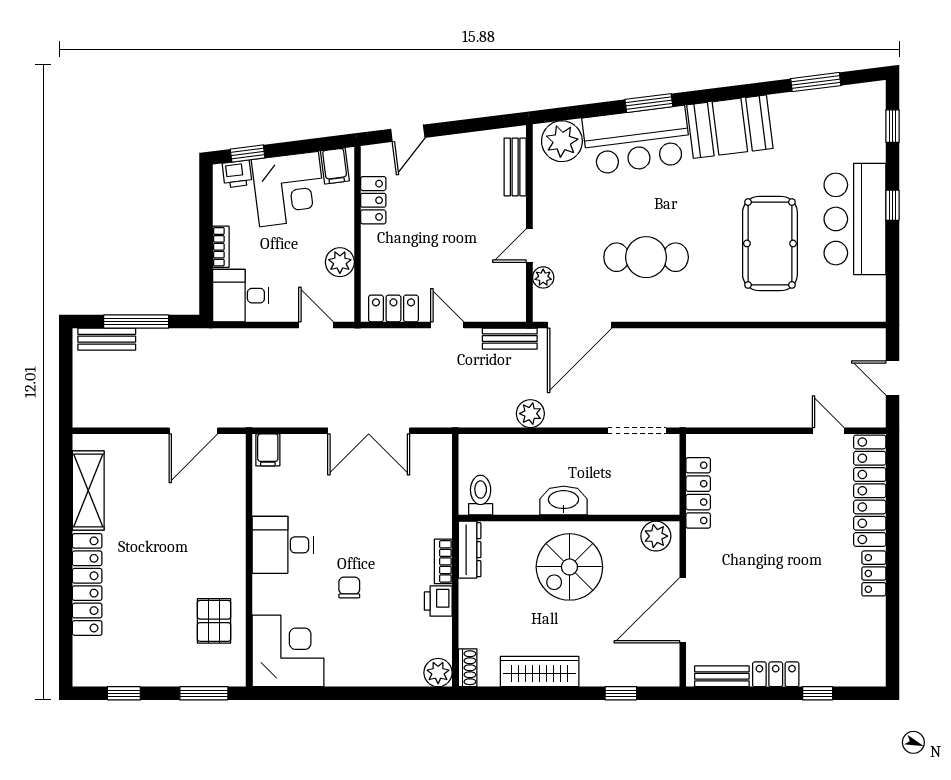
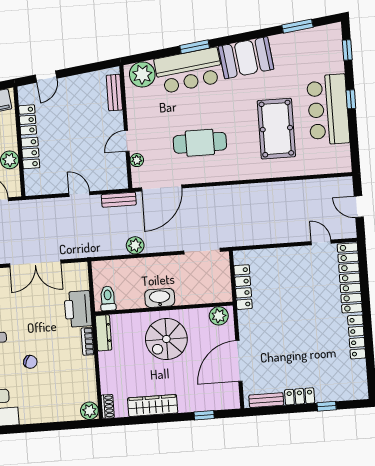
locker: (393, 308) -> (30, 153), moved, turned 90
locker: (874, 573) -> (357, 337), width x1.53
chair: (349, 588) -> (30, 362), turned 115
printer: (438, 601) -> (78, 309), moved, width x1.87, depth x1.48

